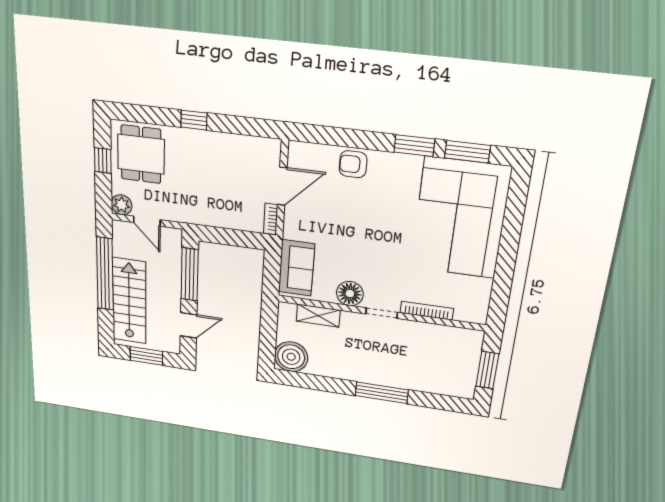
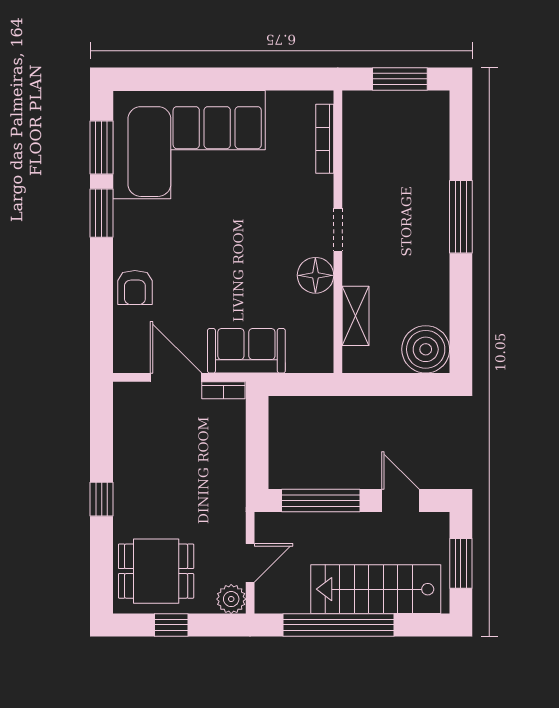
sofa: (297, 268) -> (246, 351), moved
bookcase: (427, 311) -> (325, 139), moved

